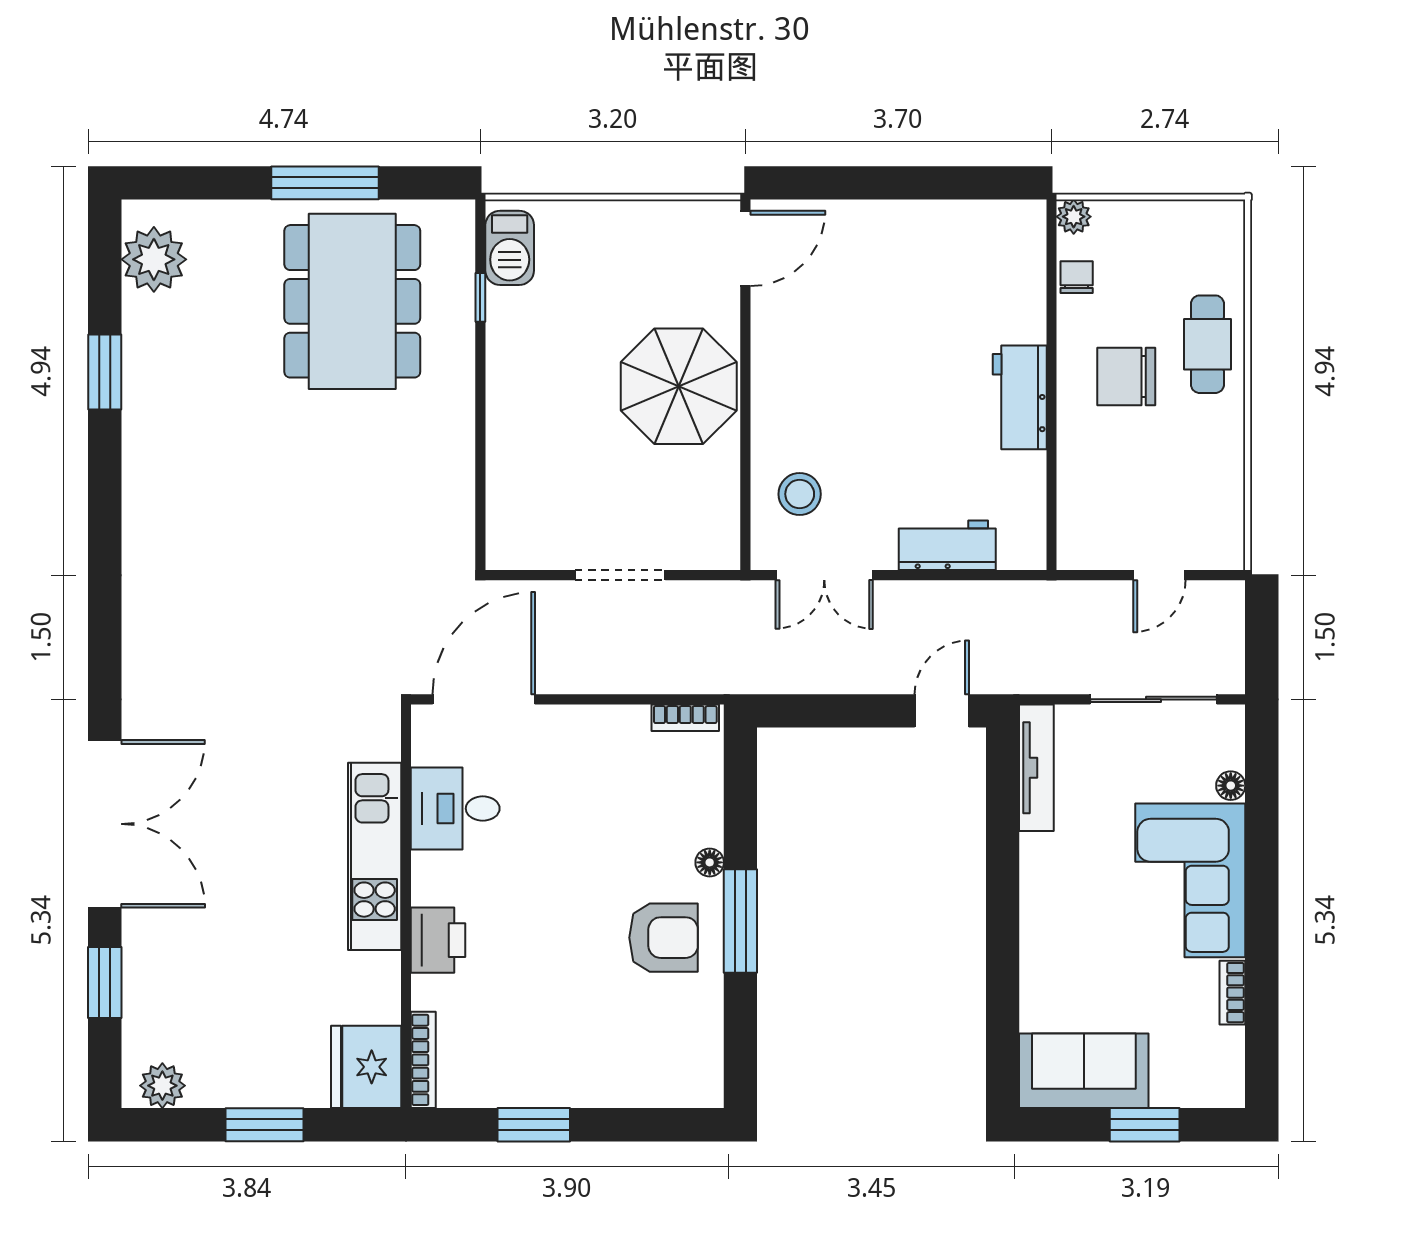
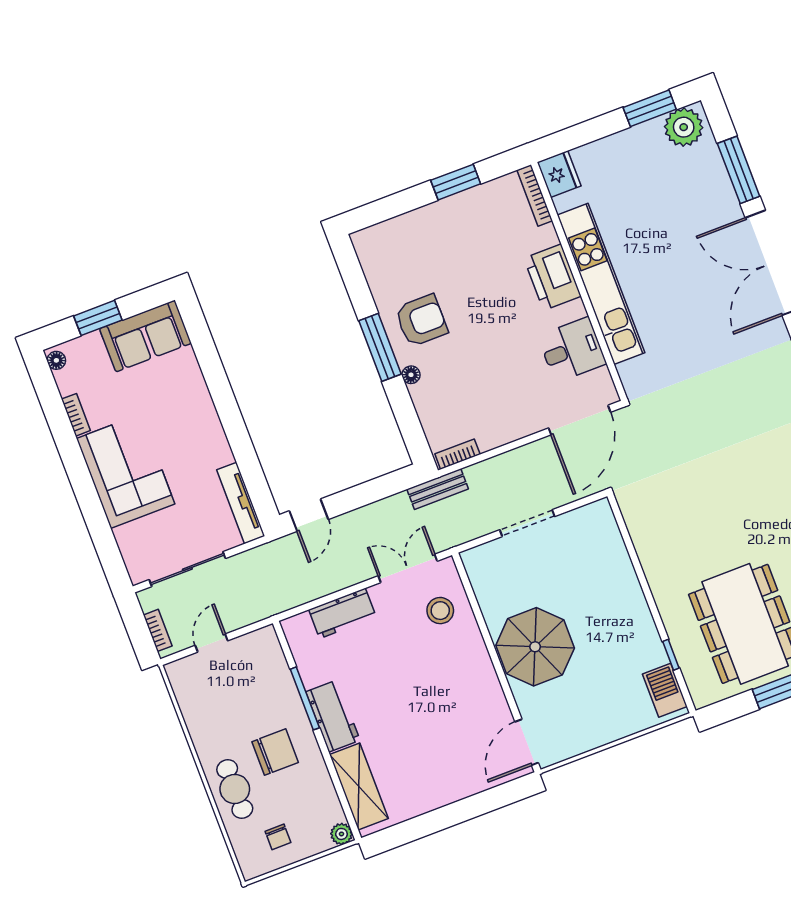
chair: (1077, 277) -> (278, 837), moved
shelving: (1021, 278) -> (359, 787), added
window: (1052, 440) -> (305, 698), added
bookcase: (1233, 625) -> (158, 630), added
bench: (735, 677) -> (438, 489), added
floor lamp: (1231, 786) -> (56, 360), moved
kitchen unit: (375, 856) -> (601, 284), width x1.36
armchair: (664, 938) -> (421, 321), turned 180
printer: (438, 940) -> (552, 277), width x1.37, depth x1.19
window: (105, 983) -> (739, 170), width x1.44
fridge: (366, 1067) -> (559, 174), width x0.73, depth x0.75
plant: (162, 1086) -> (684, 127), width x1.36, depth x1.36
window: (265, 1125) -> (650, 108), moved

